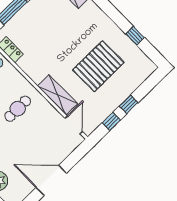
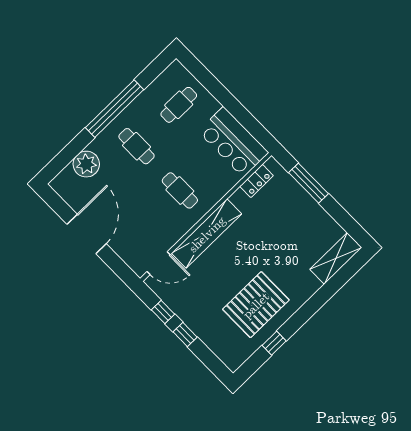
pallet: (98, 66) -> (256, 305), moved, turned 90
shelving: (58, 95) -> (207, 234), width x1.47

